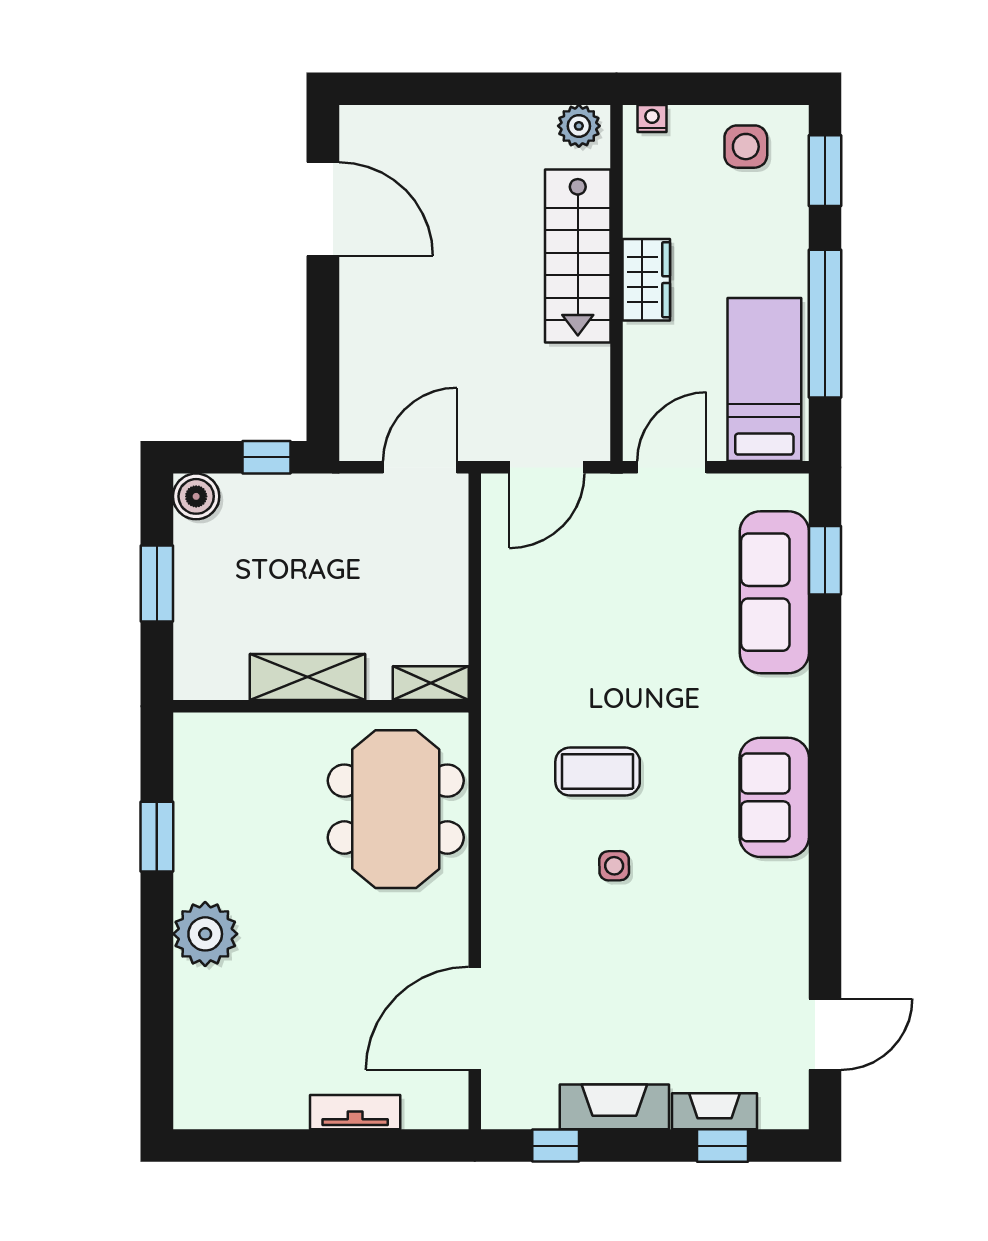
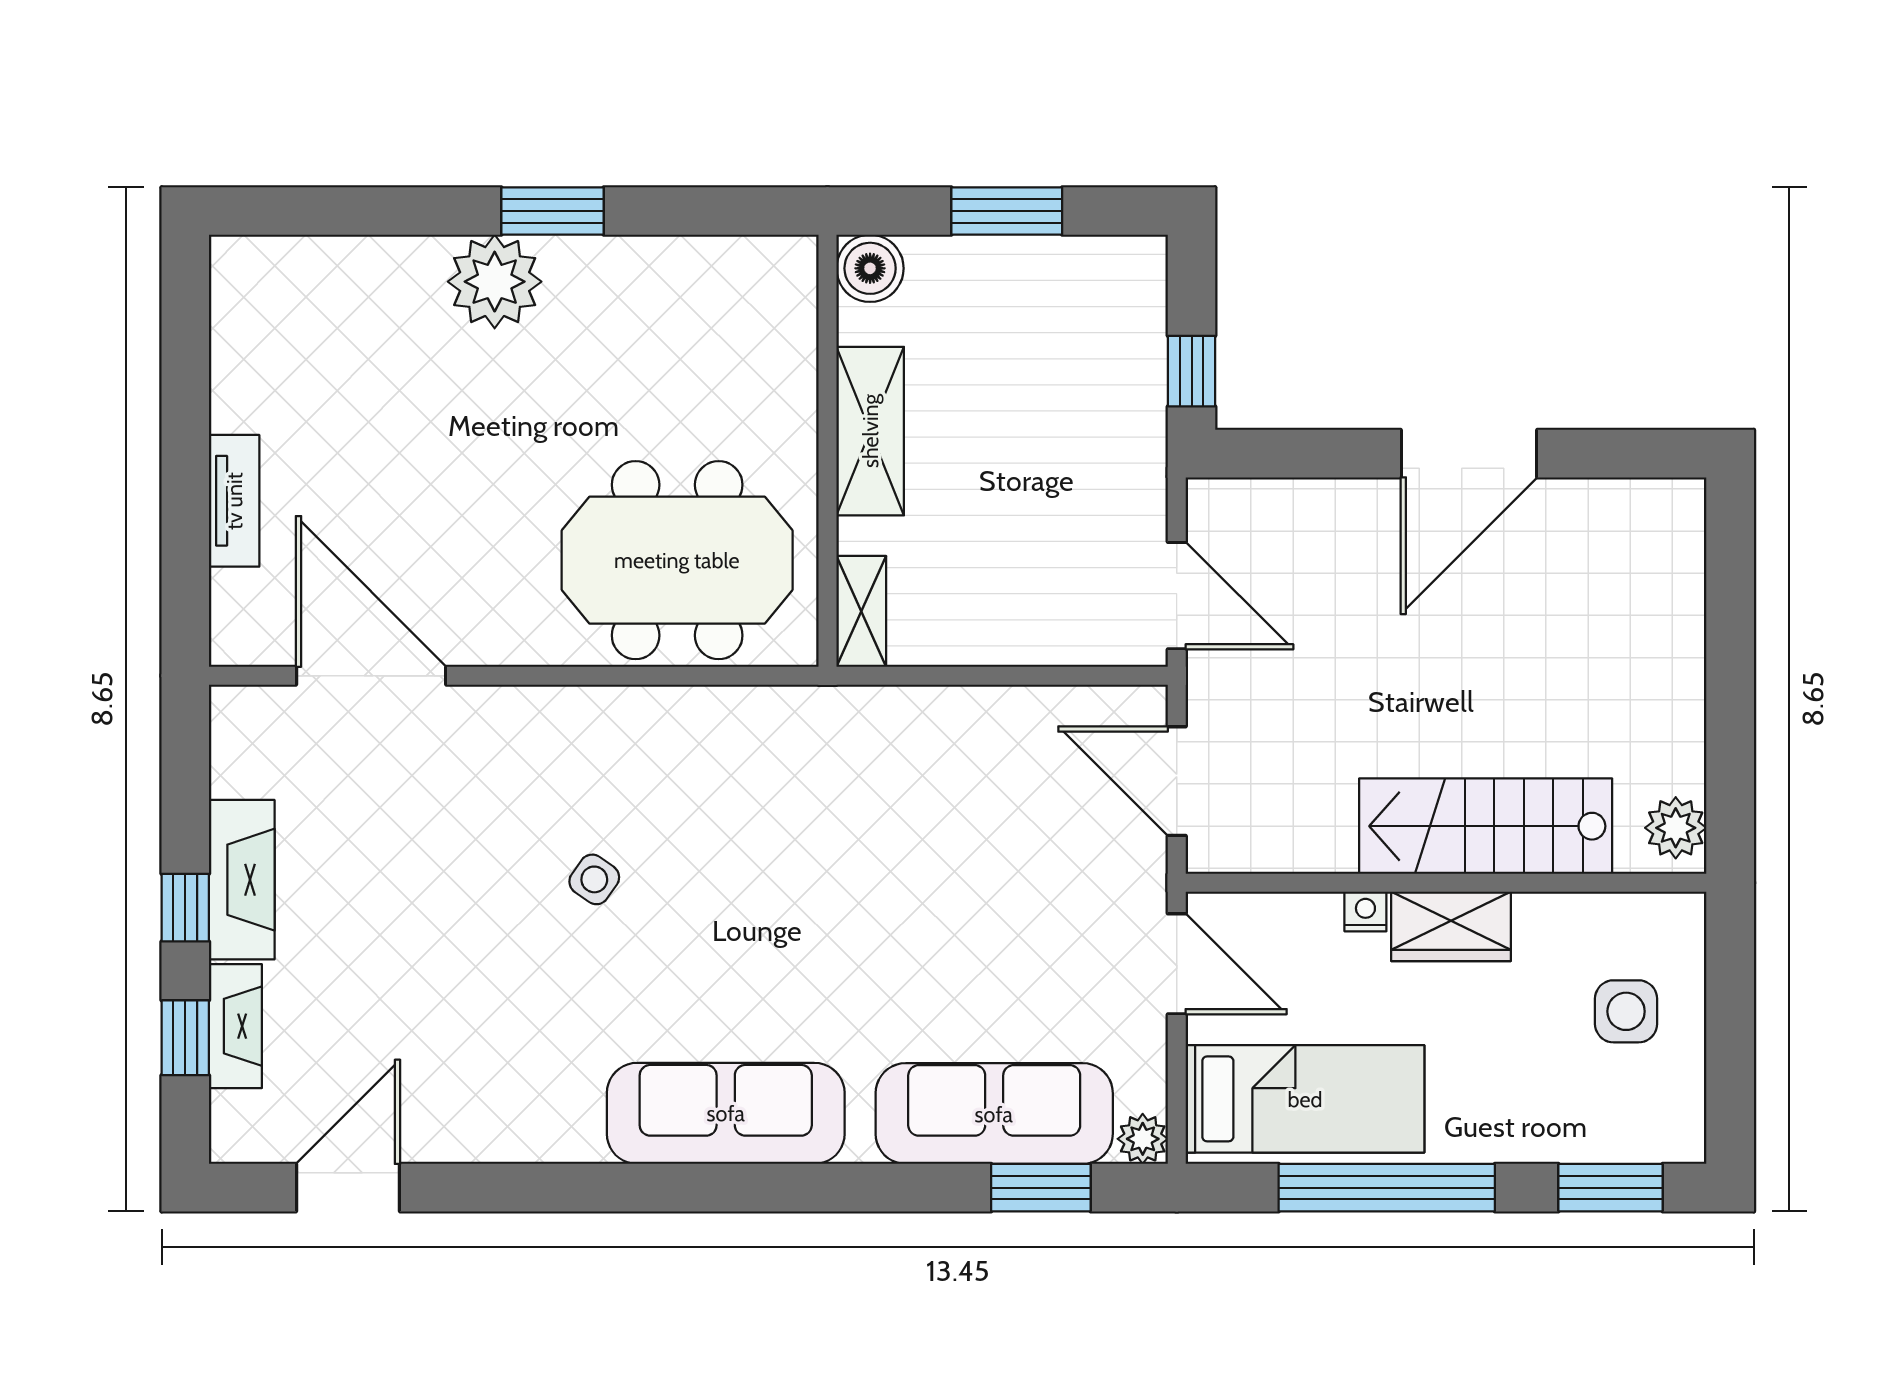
nightstand: (652, 118) -> (1365, 912), moved, turned -90
side table: (746, 147) -> (1626, 1011), moved
door: (323, 209) -> (1469, 454), moved
plant: (792, 491) -> (1143, 1139), added
boiler: (196, 496) -> (870, 268), moved
coffee table: (598, 772) -> (732, 855), removed
sofa: (774, 797) -> (726, 1113), width x1.36
window: (157, 837) -> (552, 211), moved
side table: (614, 866) -> (594, 879), turned 36
door: (825, 1034) -> (348, 1188), swing flipped
window: (556, 1146) -> (185, 908), moved

